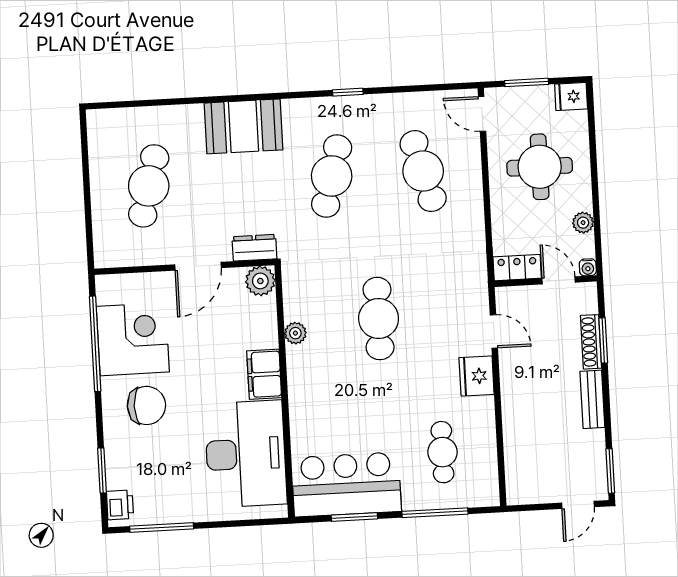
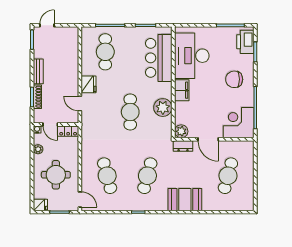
door: (198, 266) -> (208, 139), swing flipped
plant: (295, 333) -> (163, 108), width x1.88, depth x1.88
corner desk: (133, 339) -> (239, 123), moved, turned 90
cafe table: (442, 452) -> (105, 52), width x1.37, depth x1.35
bar counter: (346, 485) -> (159, 58), moved, turned 90
printer: (120, 505) -> (245, 42), width x1.87, depth x1.48

